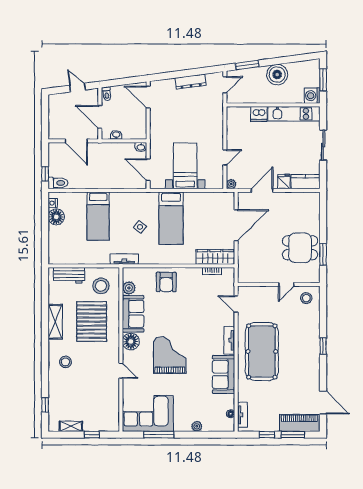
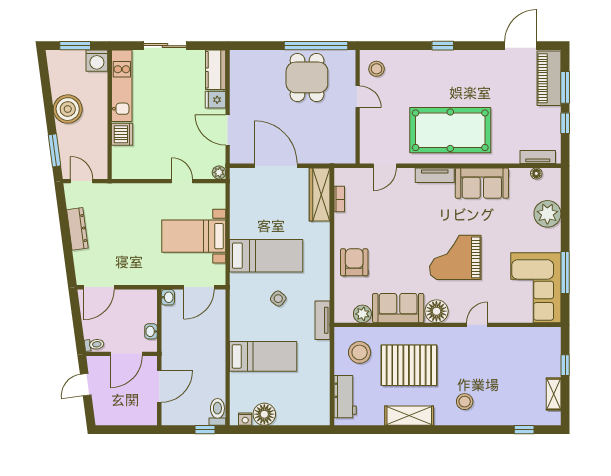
window: (323, 254) -> (316, 46), width x2.11
armchair: (166, 282) -> (354, 262), turned -90
plant: (197, 426) -> (547, 214), width x1.87, depth x1.87

